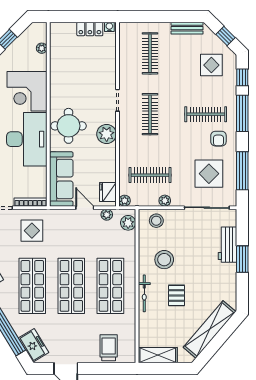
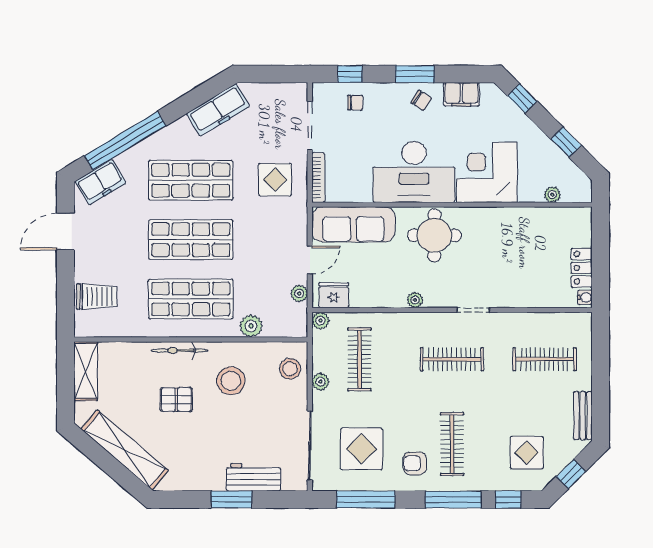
plant: (107, 134) -> (415, 300), width x0.53, depth x0.53
plant: (128, 223) -> (251, 326), moved

